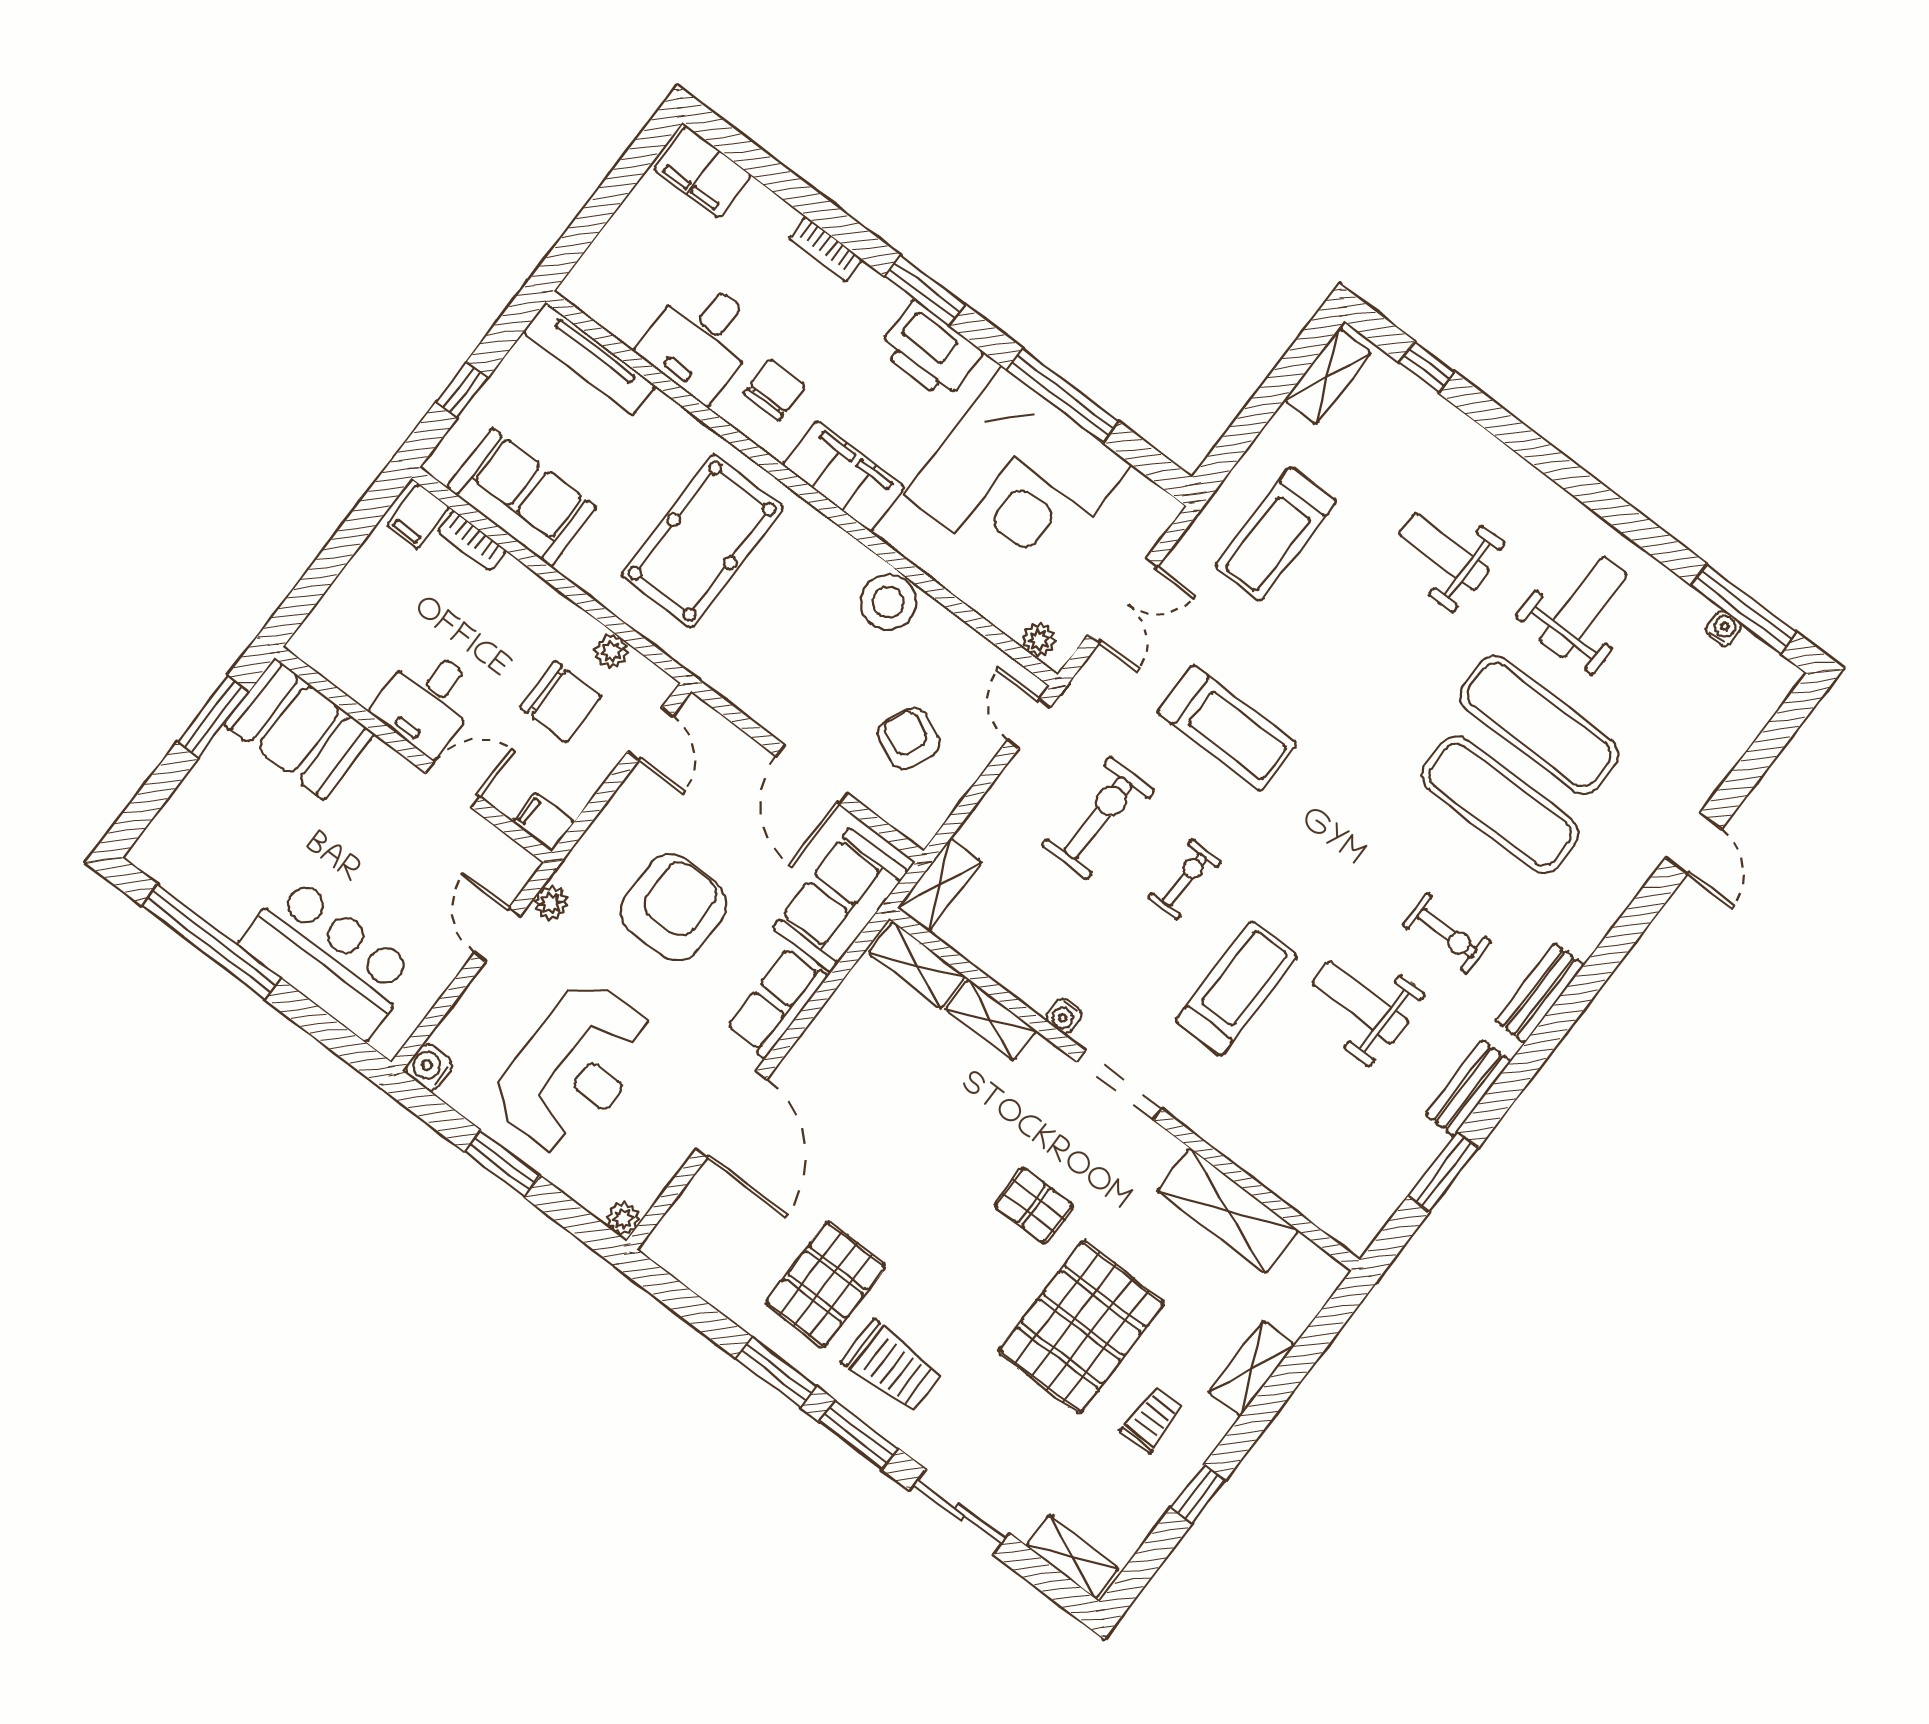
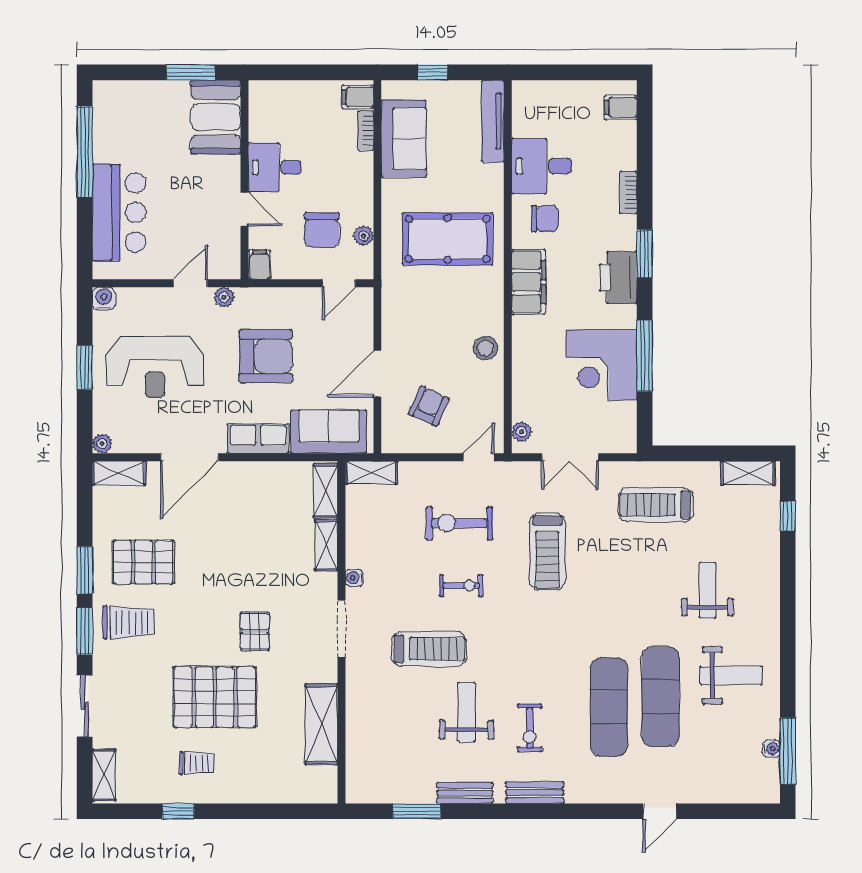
filing cabinet: (703, 172) -> (621, 107), width x0.50
corner desk: (1017, 480) -> (602, 365), width x0.74, depth x0.74
stool: (888, 602) -> (486, 348), width x0.73, depth x0.73
exercise bike: (1098, 818) -> (459, 523), turned 180
trolley: (892, 1367) -> (129, 622), turned -90
shelving: (1251, 1369) -> (119, 473), moved

